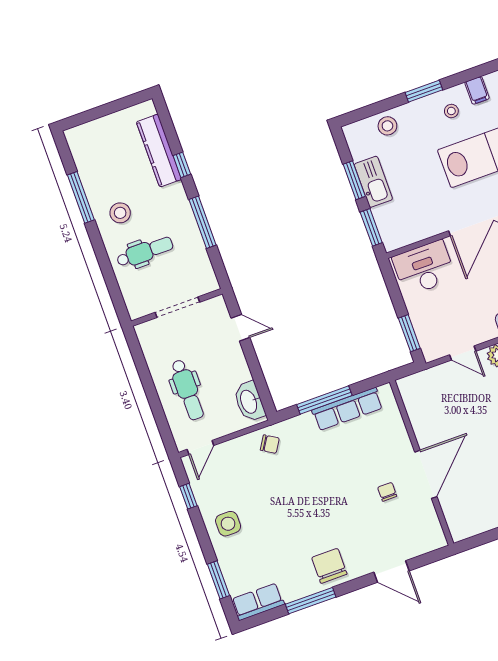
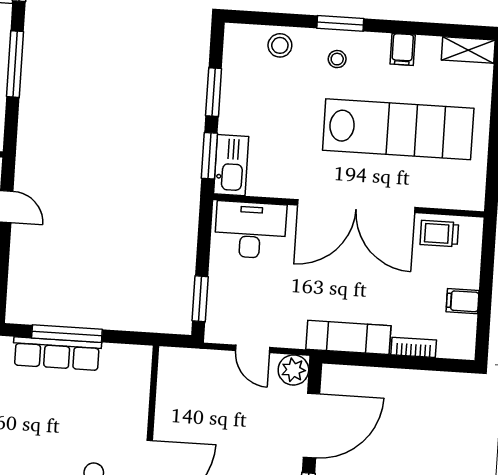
stool: (451, 111) -> (337, 59), moved
kitchen sink: (373, 182) -> (231, 165), moved
row of seats: (347, 409) -> (57, 354), moved

